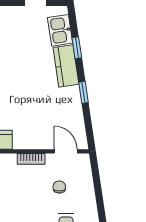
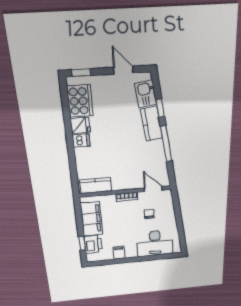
window: (83, 92) -> (166, 144), width x2.17

